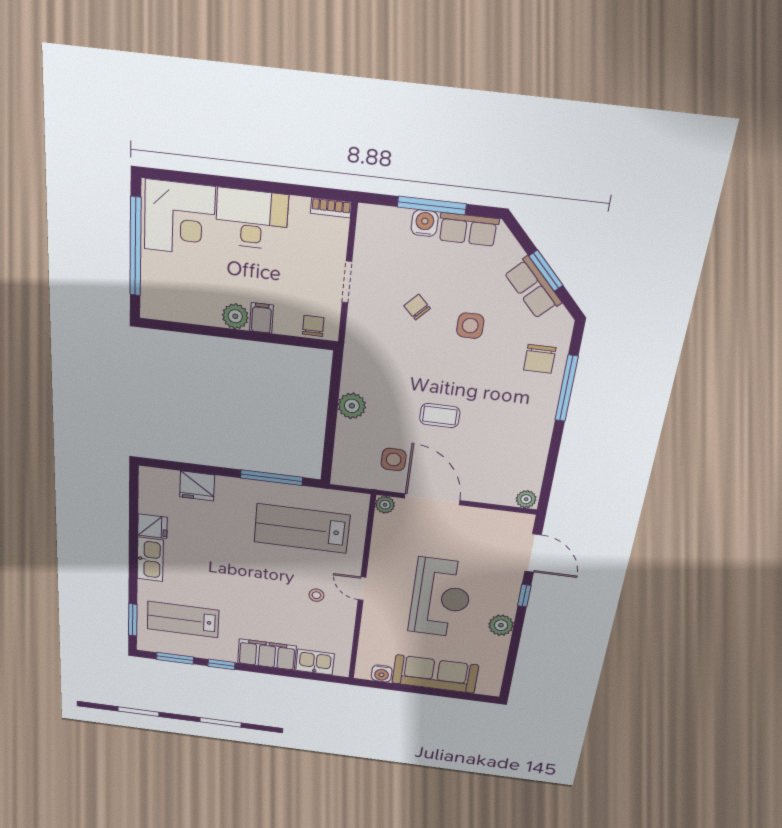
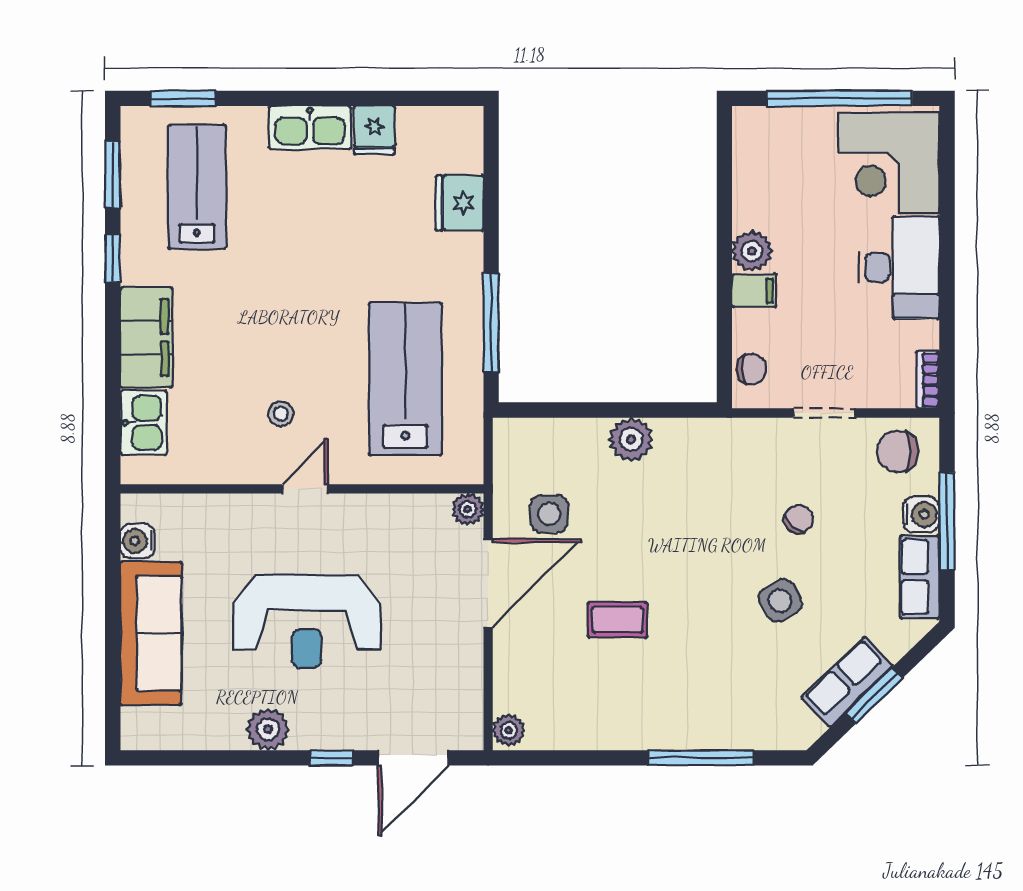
side table: (470, 326) -> (780, 601), turned -30
chair: (540, 359) -> (897, 451), moved
coffee table: (440, 416) -> (617, 620), moved, turned 90

